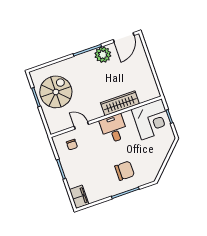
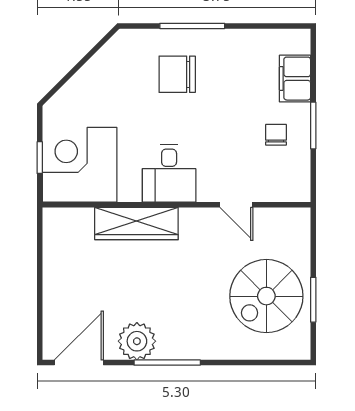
chair: (72, 145) -> (276, 135), moved
filing cabinet: (79, 197) -> (295, 79), moved

